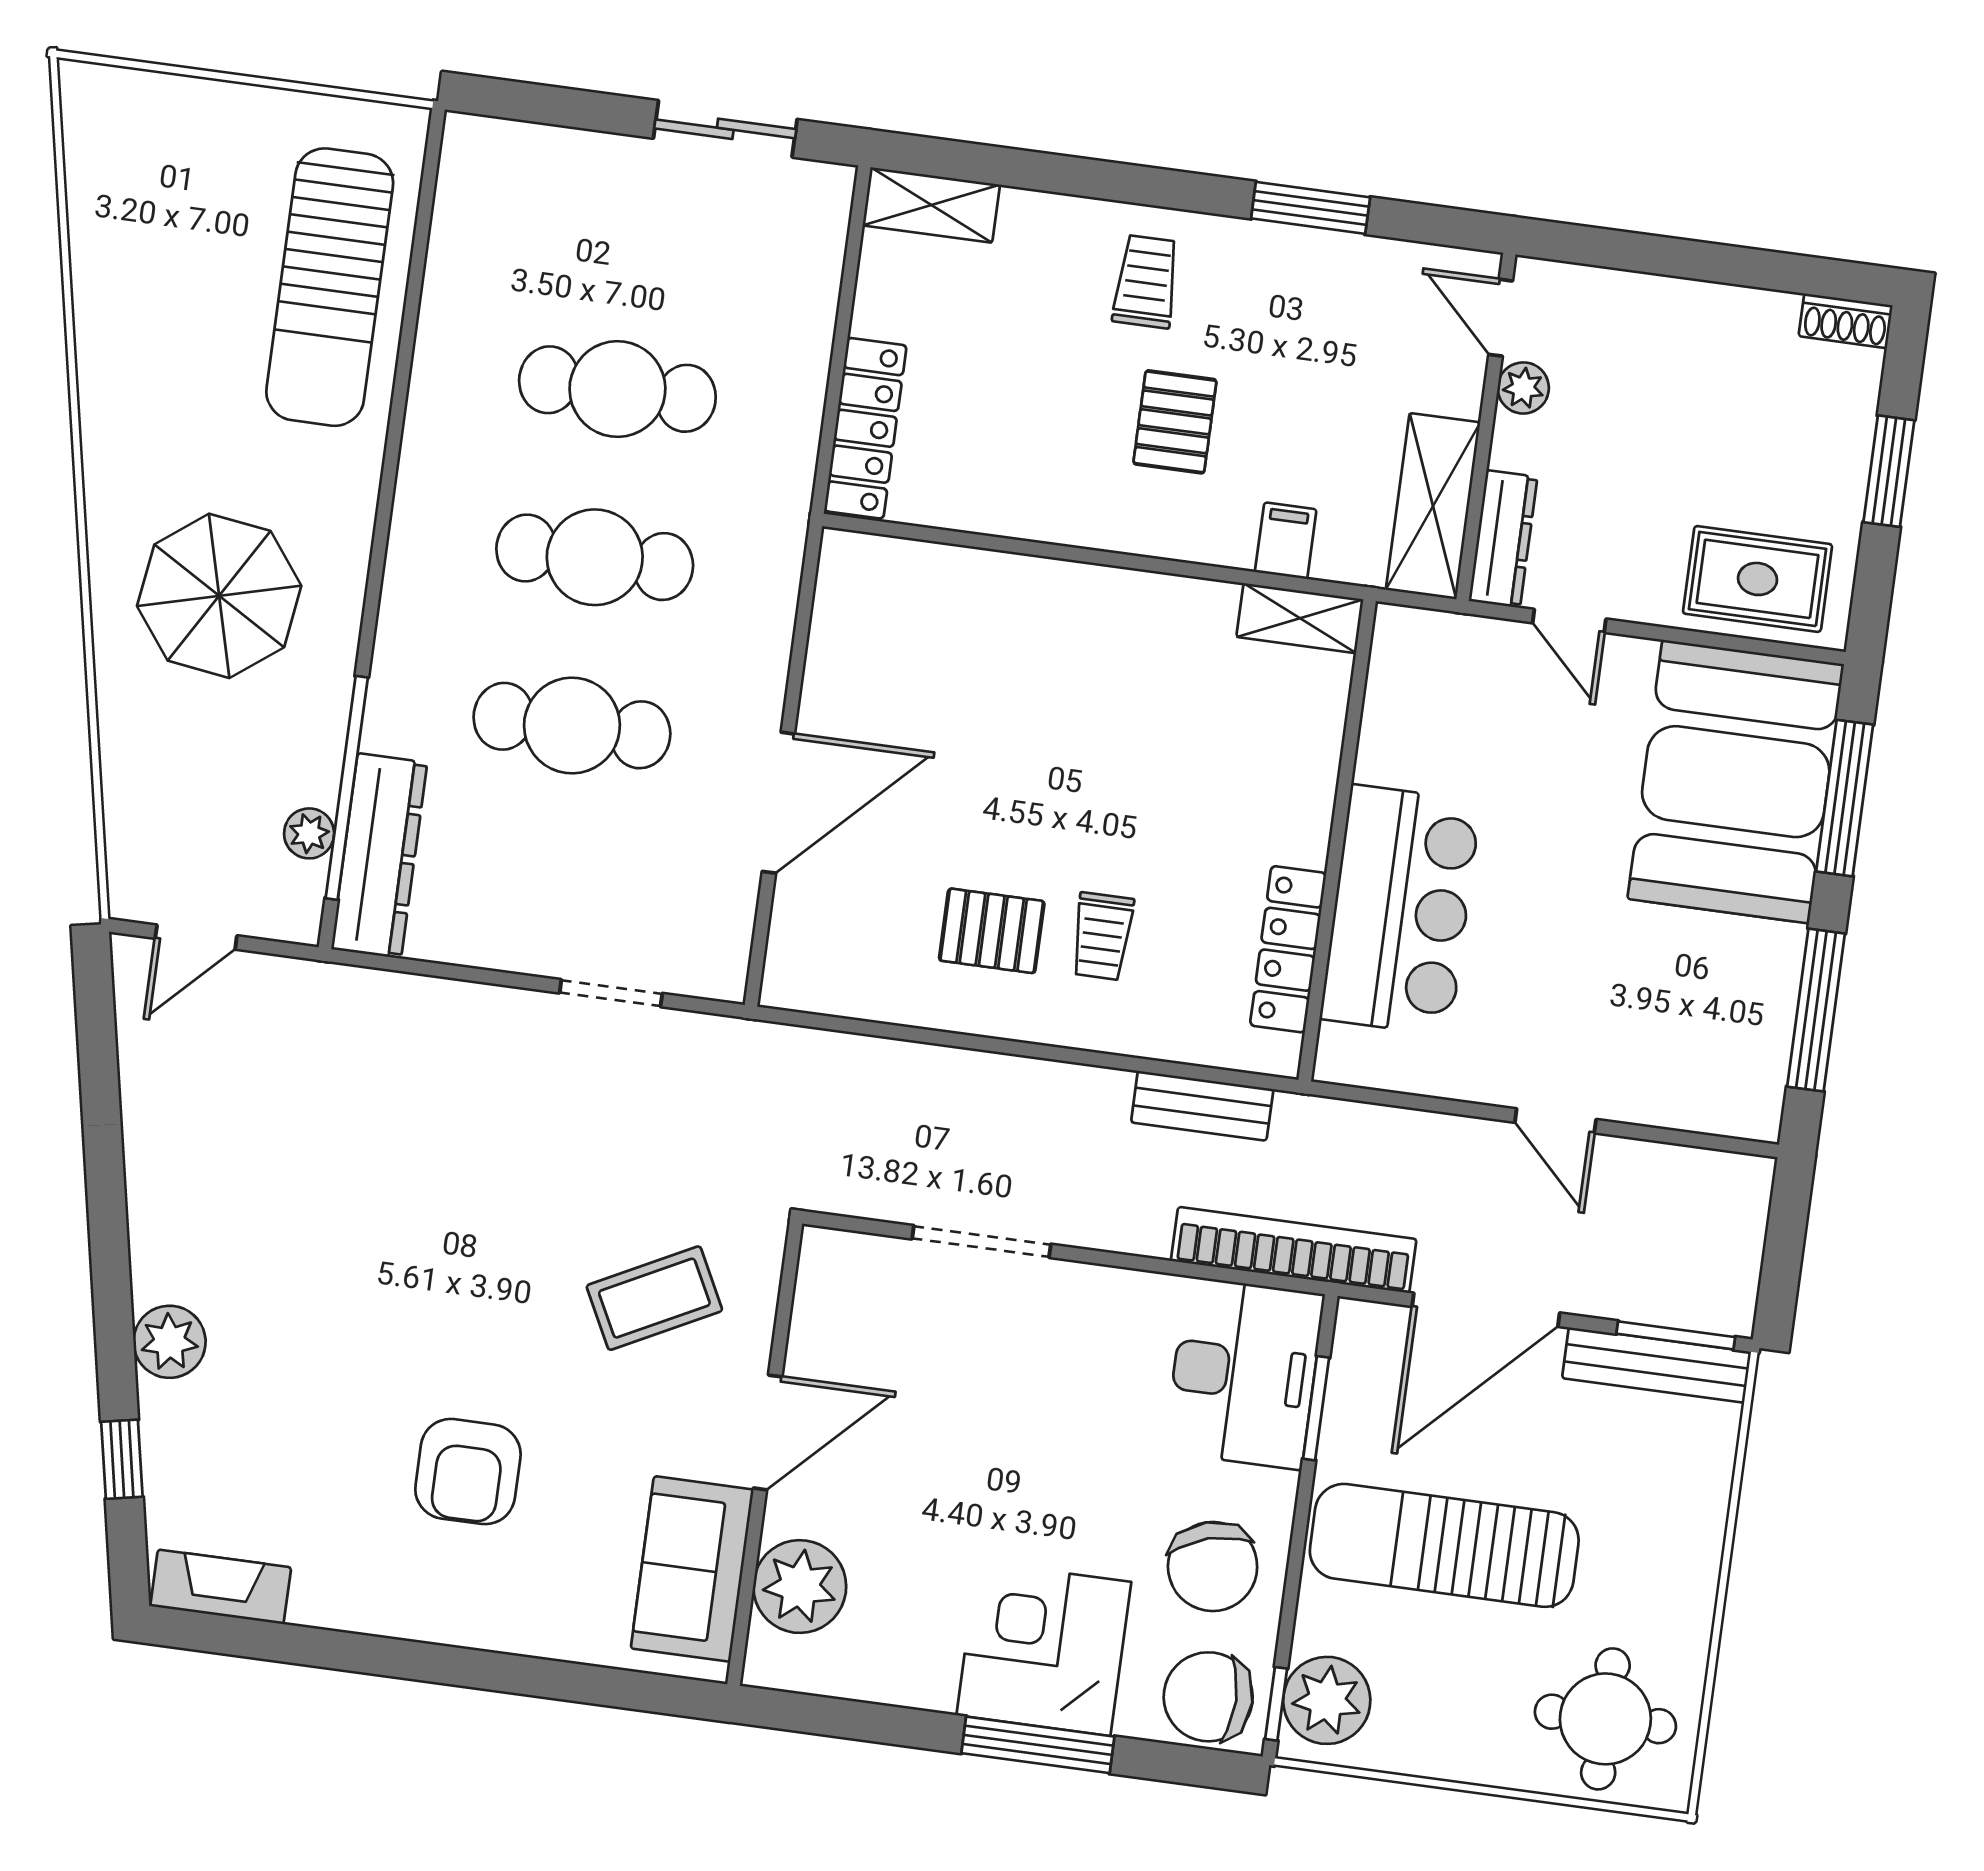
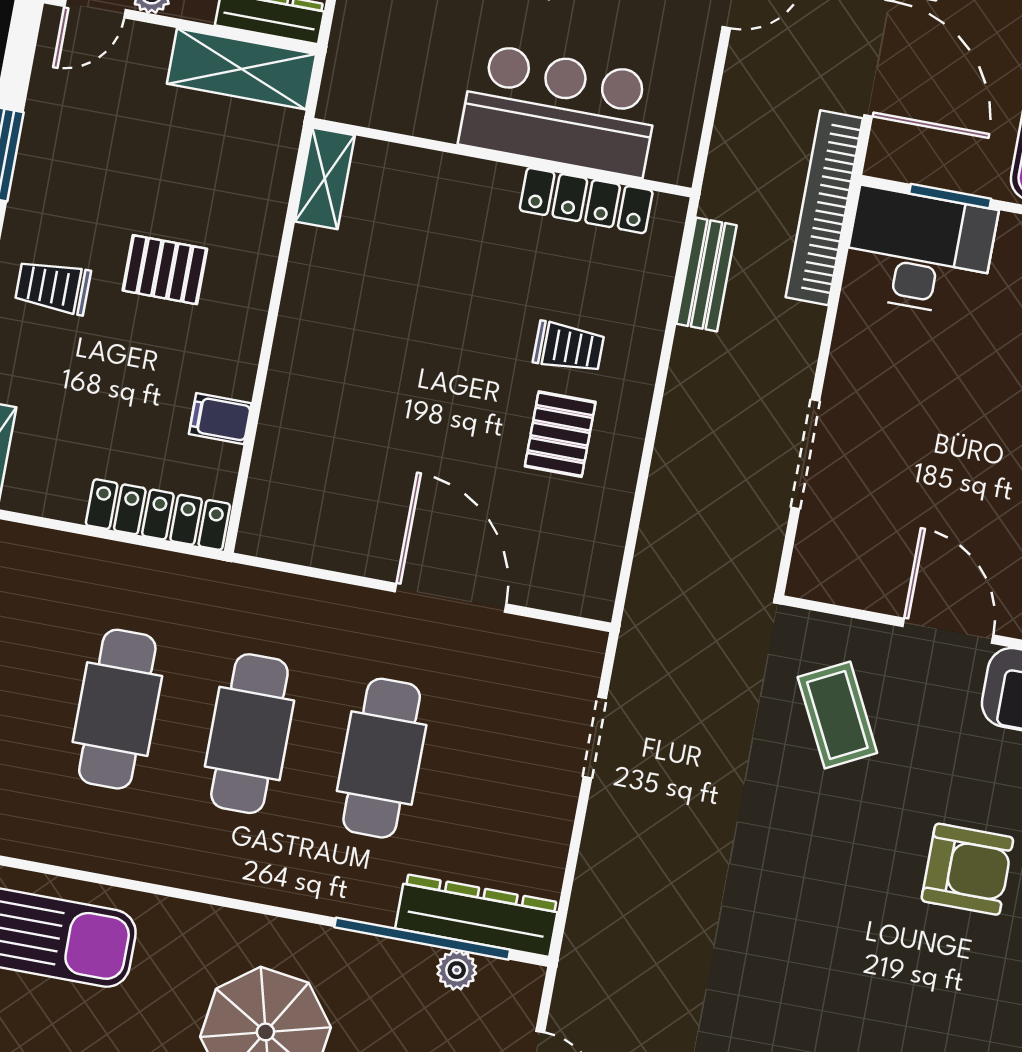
filing cabinet: (1286, 541) -> (220, 419), moved

